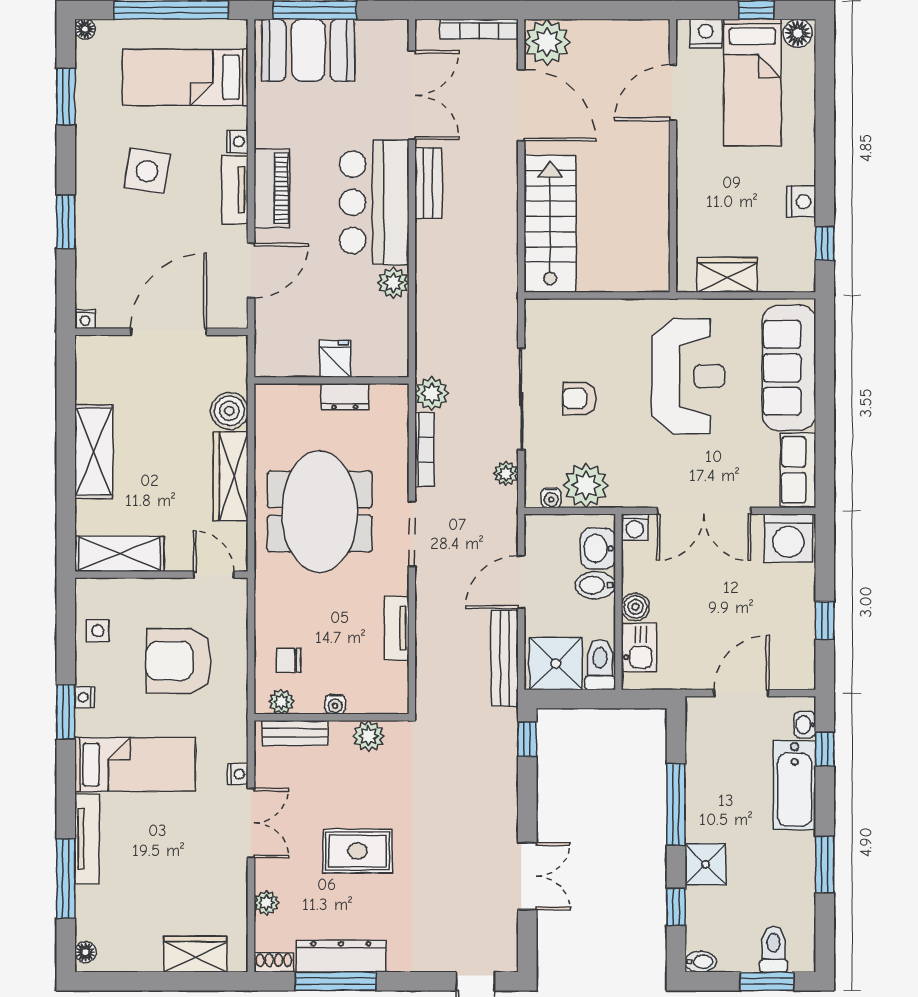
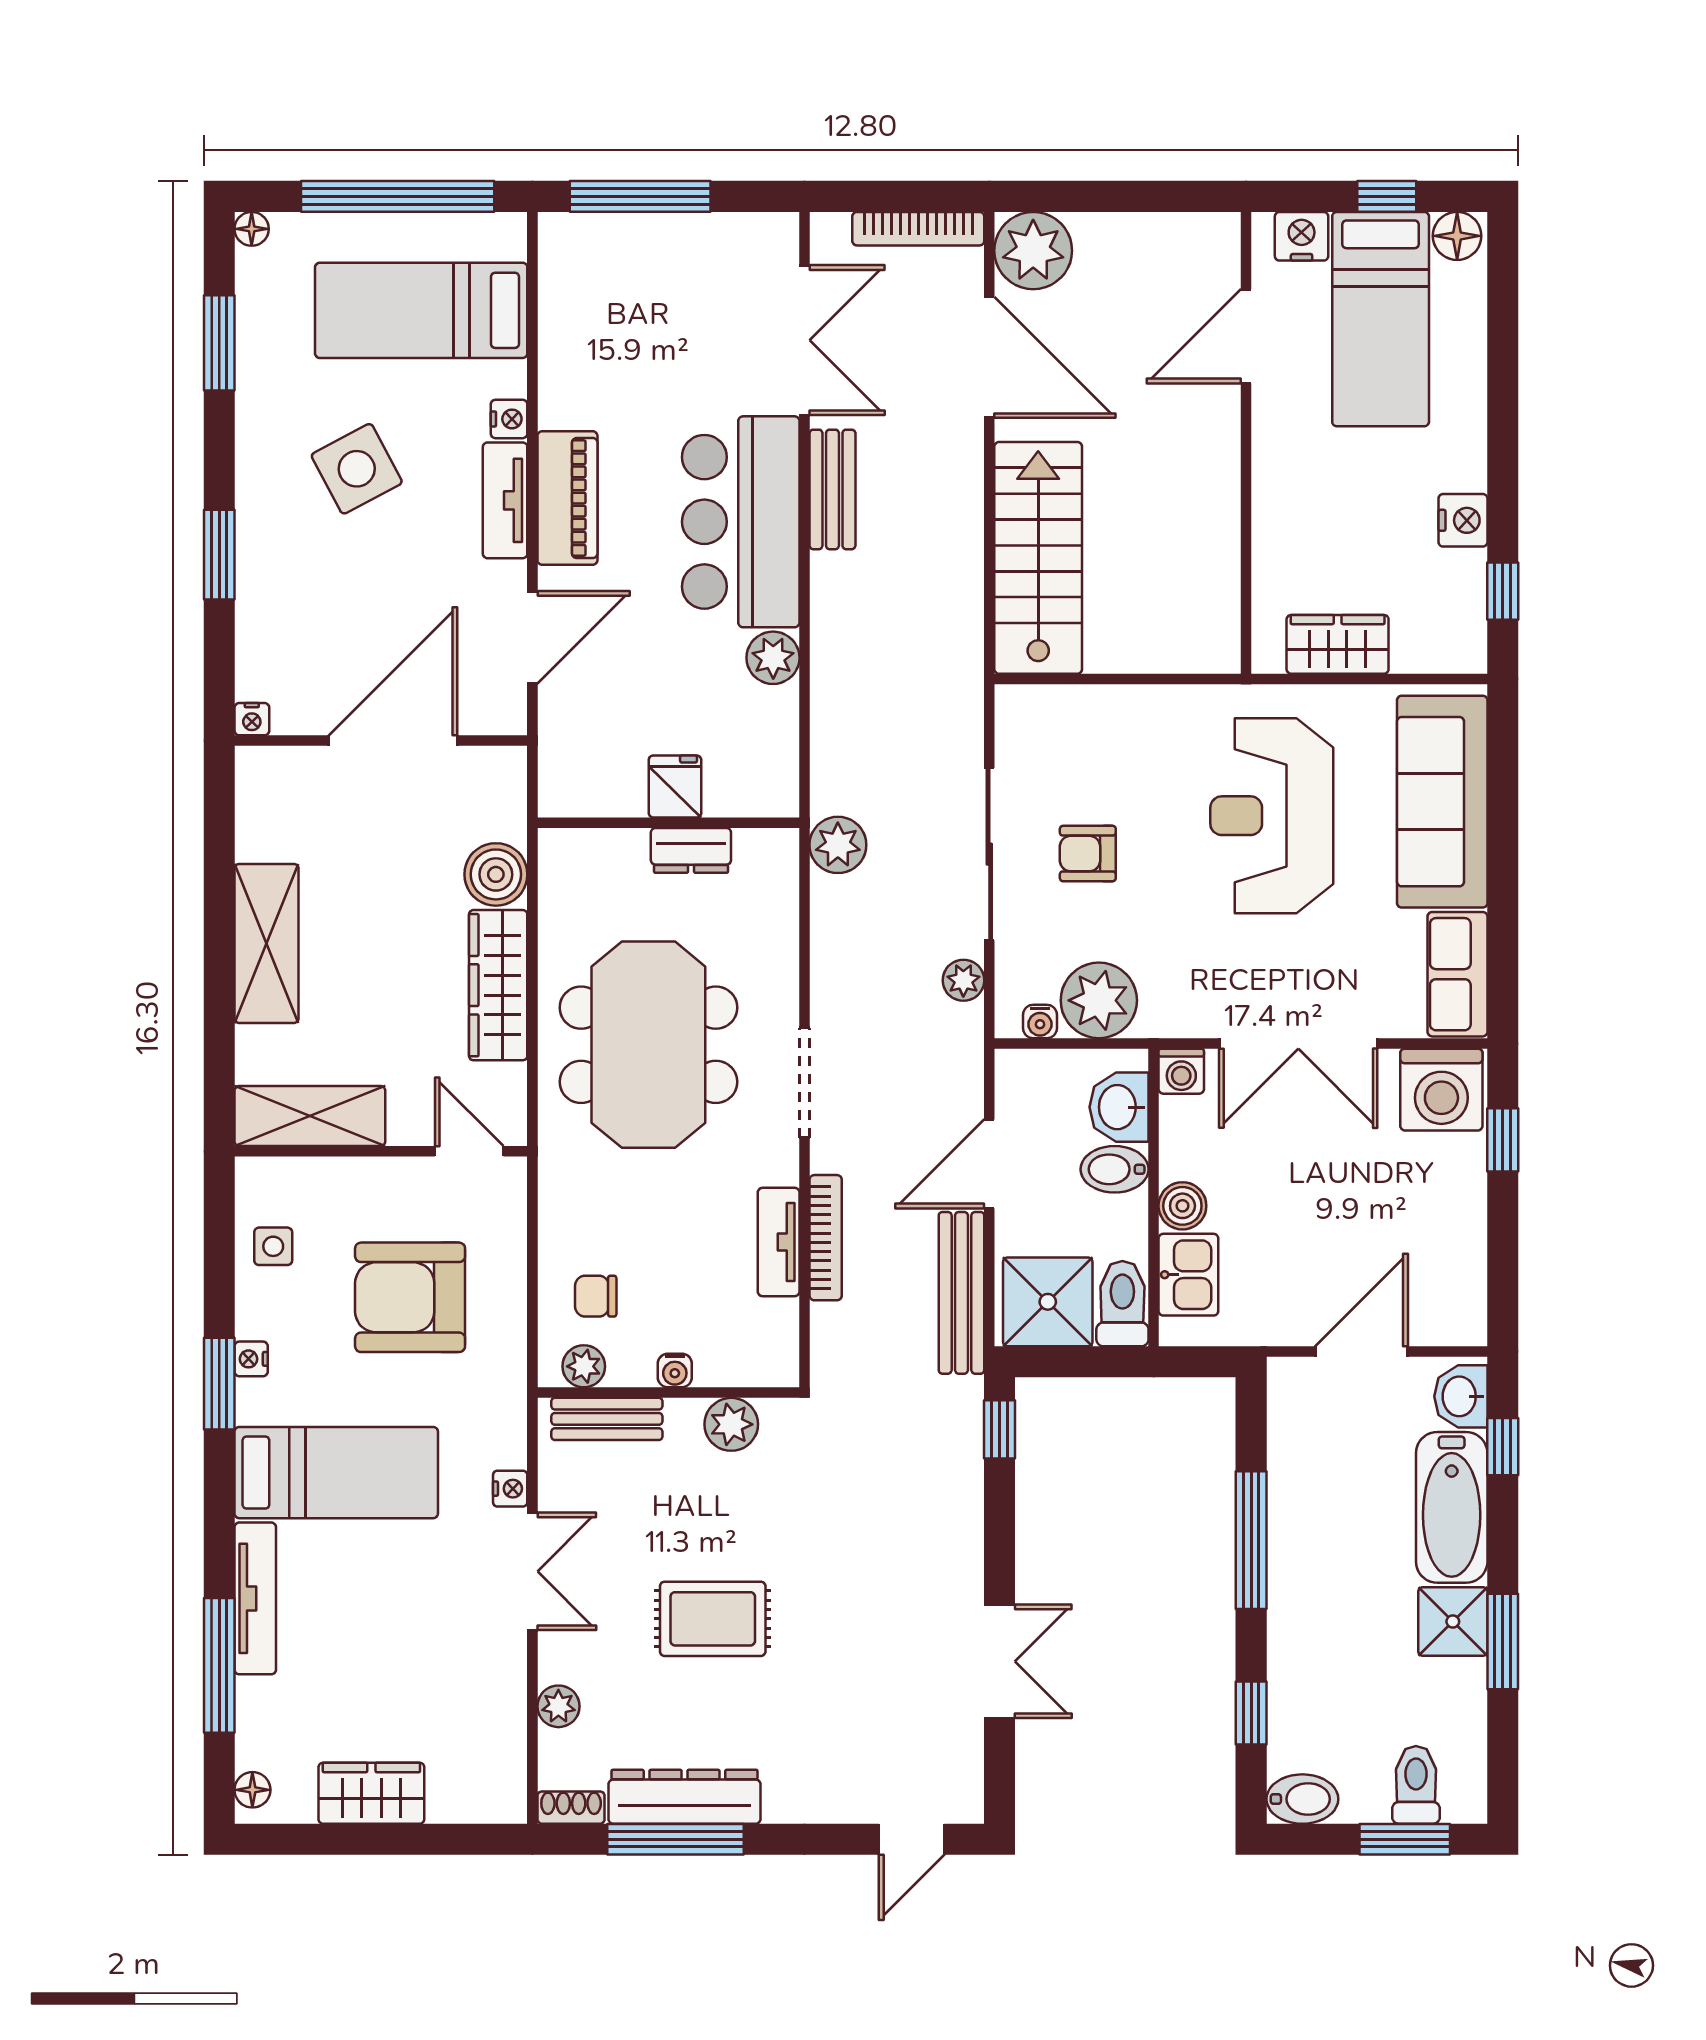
booth: (308, 50) -> (629, 264), removed
side table: (147, 171) -> (357, 469), turned -37
reception desk: (688, 376) -> (1272, 816), turned 180
bookcase: (424, 450) -> (826, 1238), moved
window: (825, 620) -> (1503, 1140), moved
washbasin: (805, 725) -> (1461, 1396), width x1.38, depth x1.45
shower: (705, 864) -> (1453, 1622), moved
wardrobe: (195, 954) -> (371, 1793), moved
bidet: (701, 962) -> (1302, 1799), width x1.38, depth x1.36

